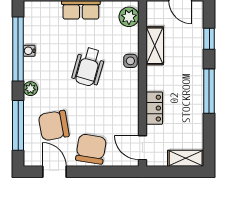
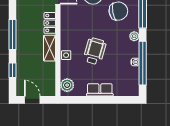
shelving: (155, 46) -> (50, 48), moved

